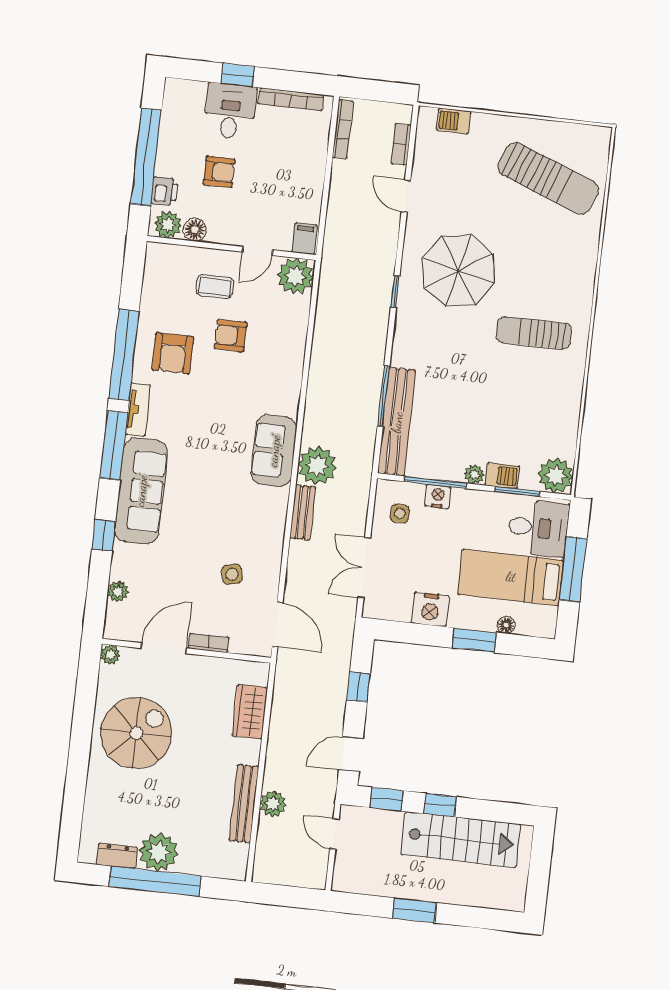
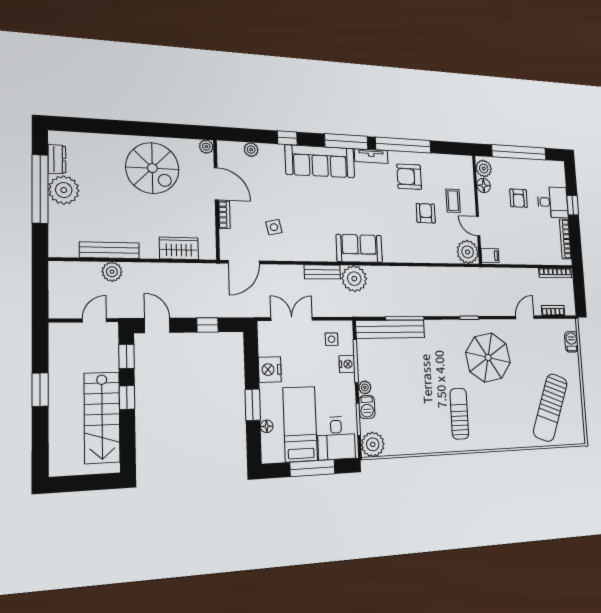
printer: (165, 191) -> (502, 165), removed

